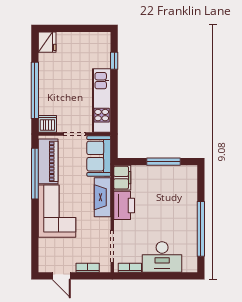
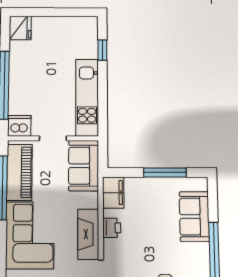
fireplace: (102, 197) -> (88, 234), moved
sofa: (186, 197) -> (194, 217), added
printer: (124, 205) -> (112, 228), width x0.53, depth x0.68

